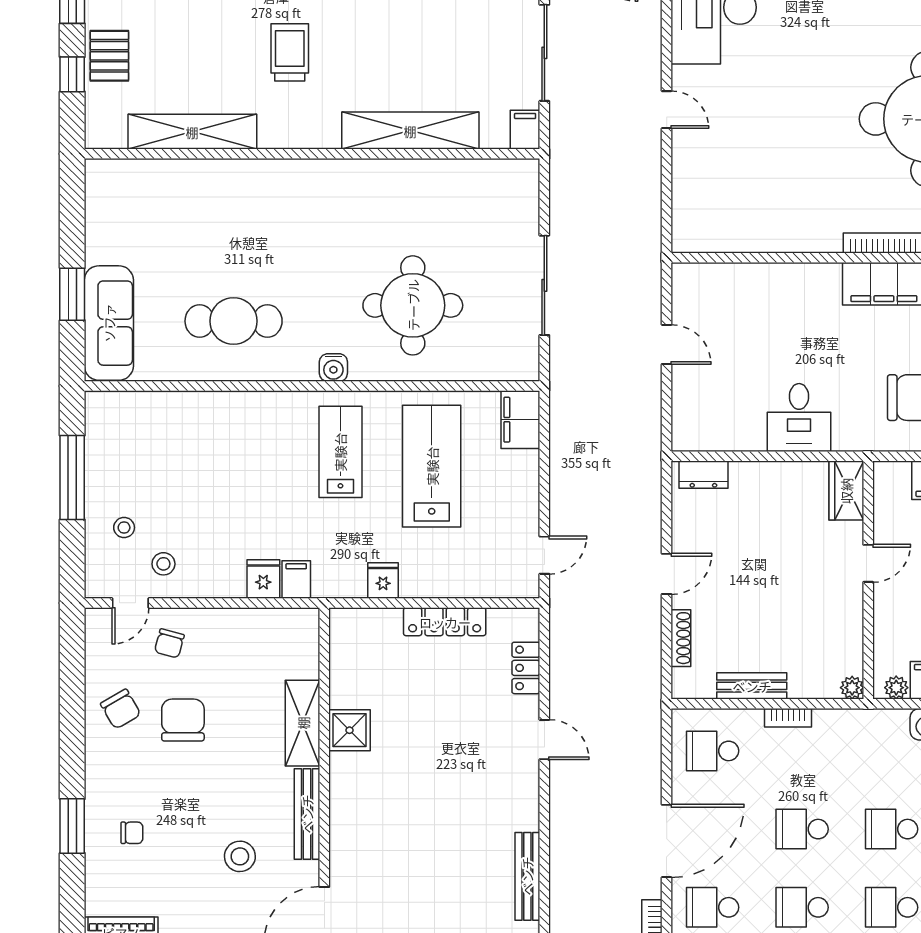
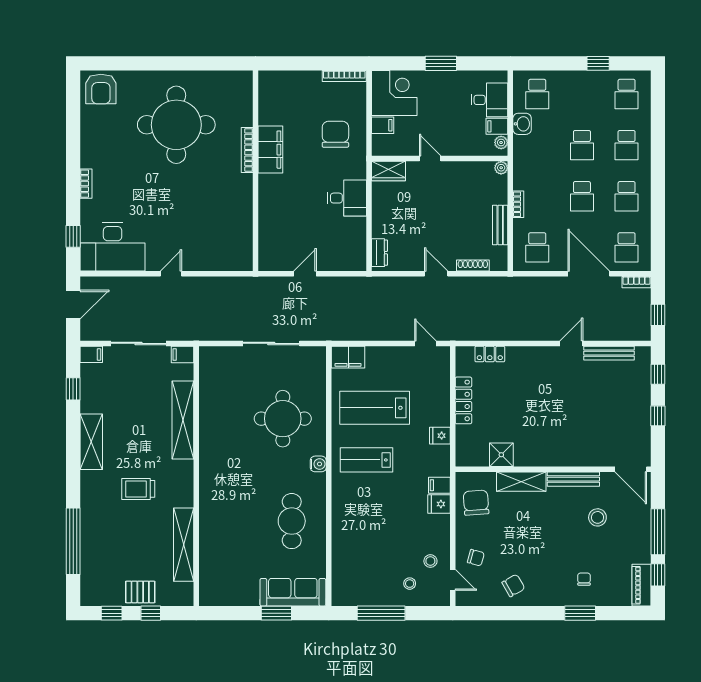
chair: (183, 720) -> (476, 503), moved, turned 86
shower: (350, 730) -> (501, 455), moved
door: (544, 740) -> (571, 343), moved

